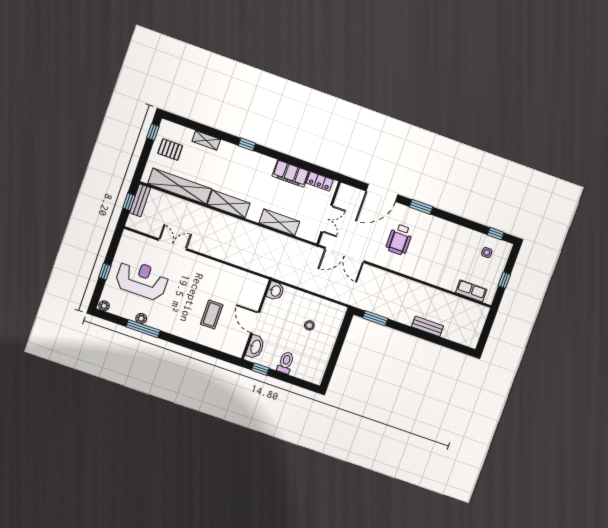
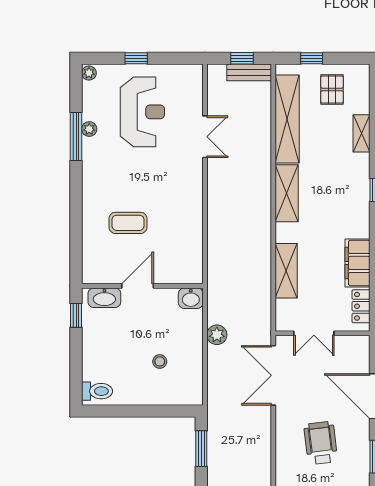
window: (153, 132) -> (312, 58), moved
wheelchair: (399, 240) -> (321, 443), turned 83
plant: (305, 282) -> (217, 335), added
toilet: (286, 363) -> (97, 391), moved

